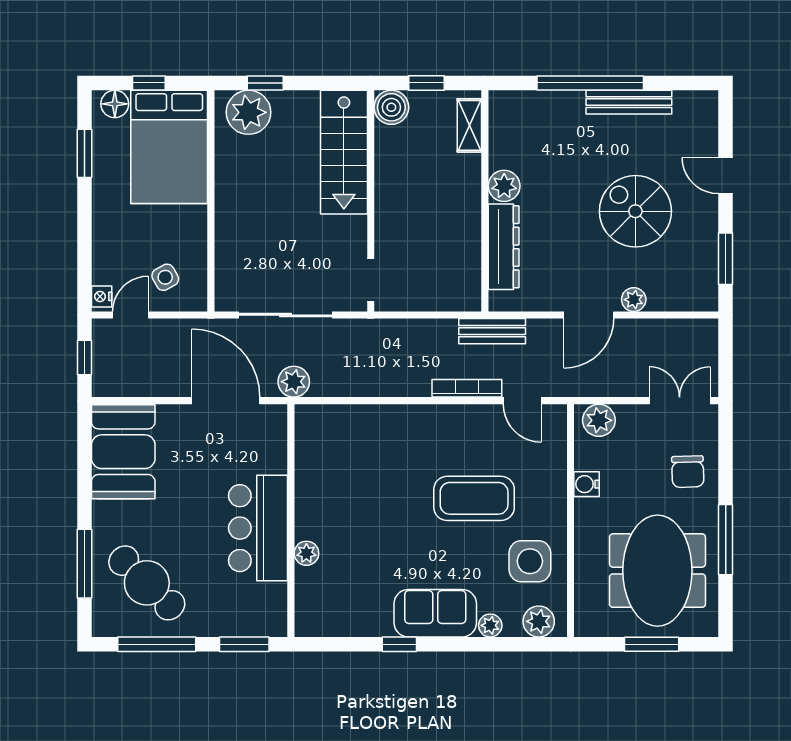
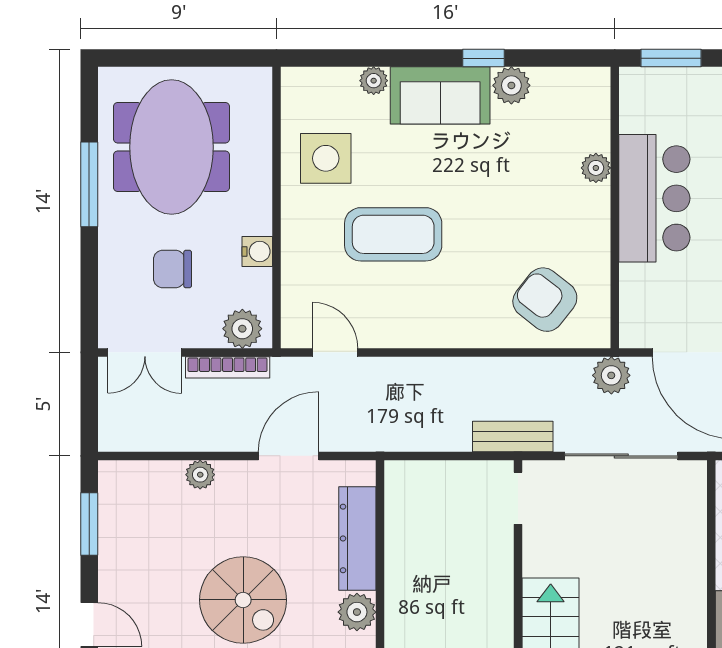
spiral stairs: (635, 211) -> (243, 600), moved
door: (589, 315) -> (289, 456), moved
bench: (492, 331) -> (513, 436), moved
bookcase: (467, 388) -> (228, 367), moved
armchair: (349, 444) -> (545, 300), added
chair: (688, 472) -> (172, 269), moved, turned -88
plant: (539, 621) -> (511, 85), moved
window: (652, 644) -> (178, 58), removed

